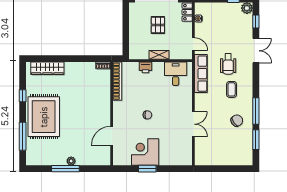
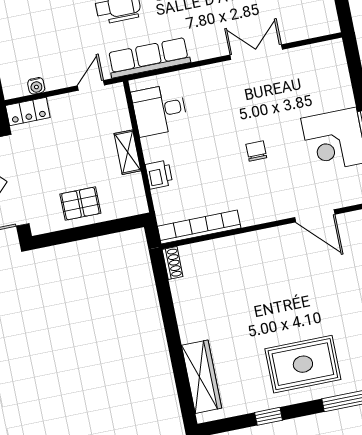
pallet: (158, 25) -> (80, 204), moved
rug: (44, 117) -> (303, 364), width x0.73, depth x0.69

